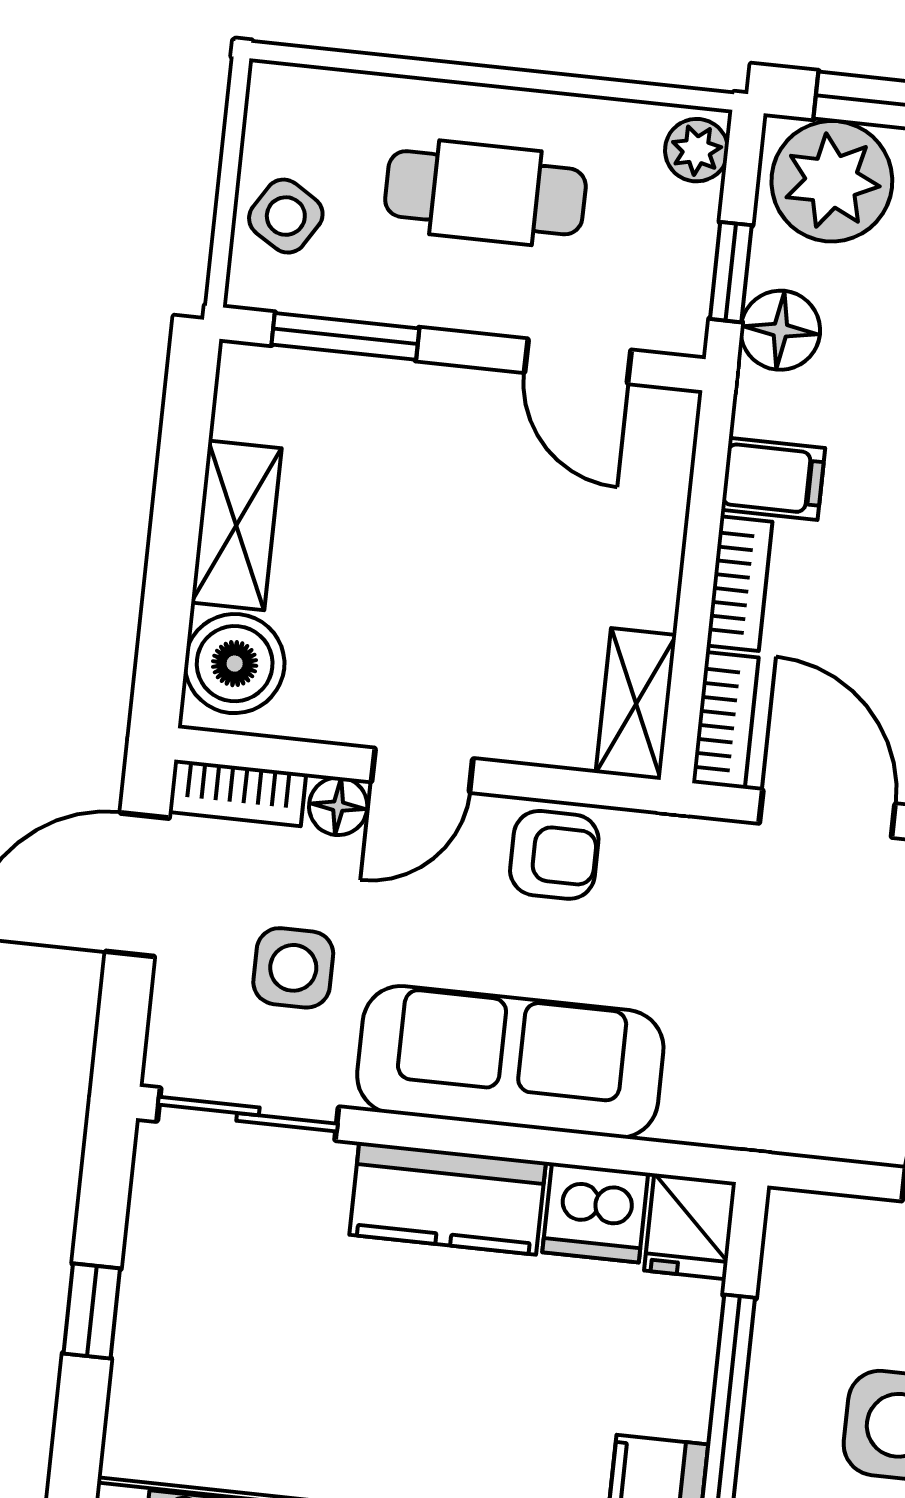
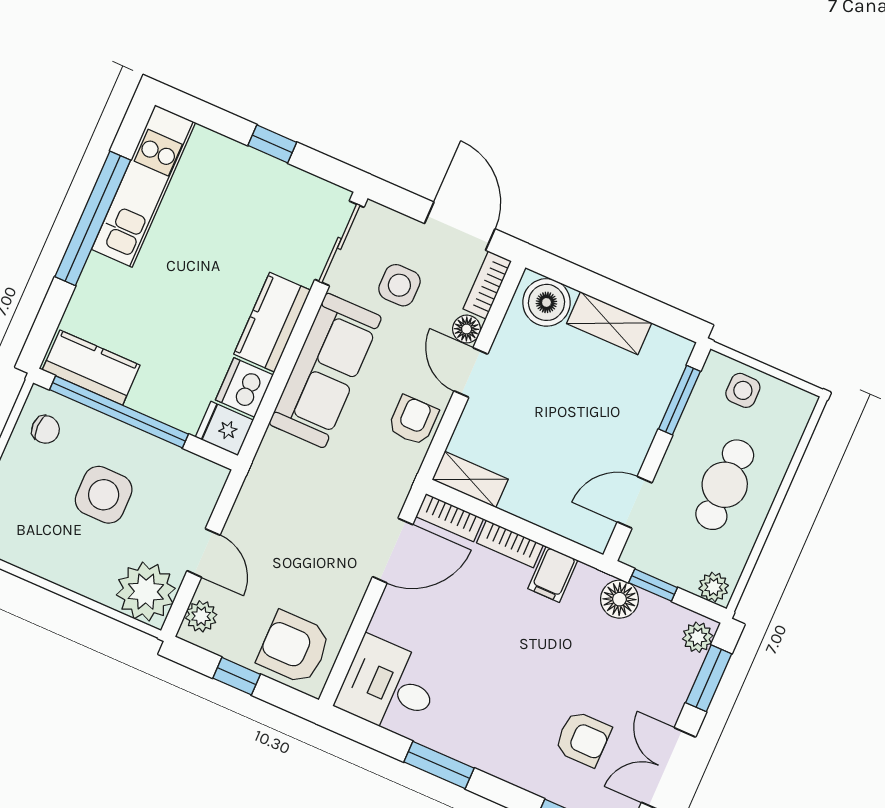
plant: (832, 181) -> (698, 637), width x0.53, depth x0.53
side table: (286, 216) -> (743, 390), turned -32
armchair: (554, 855) -> (413, 420), turned 180

